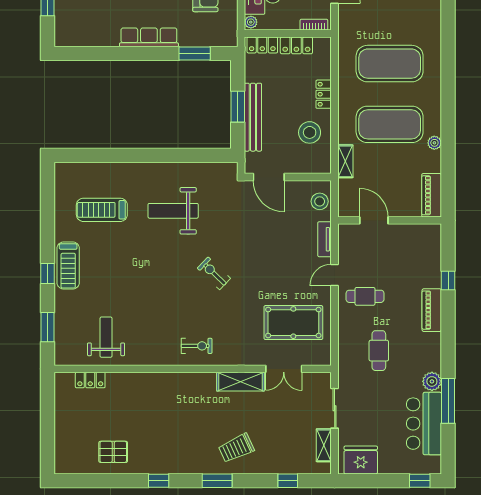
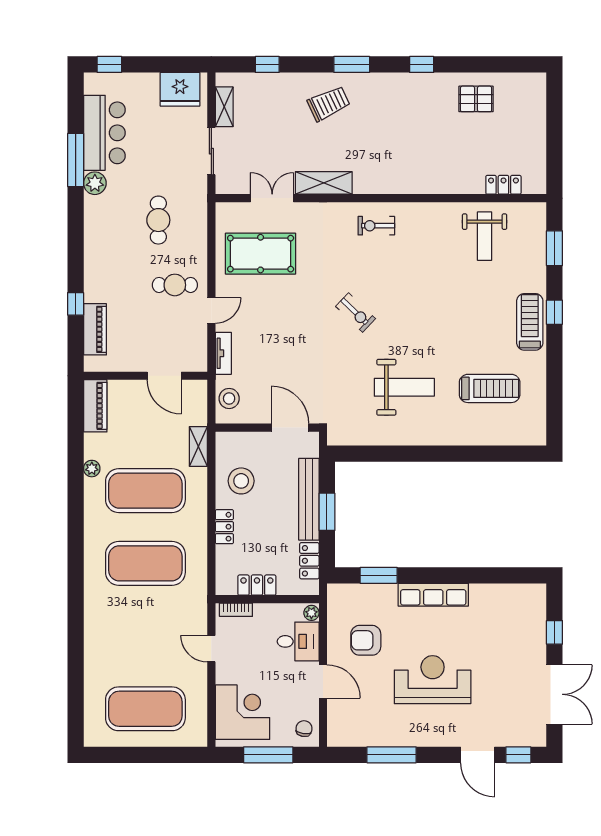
locker: (262, 45) -> (309, 561), moved, turned -90
piano: (432, 310) -> (95, 329), moved

